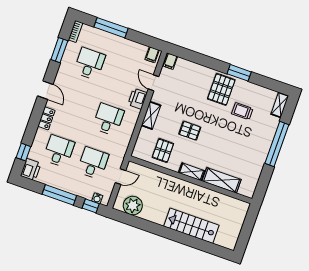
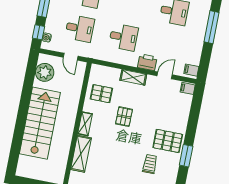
stairs: (191, 226) -> (40, 123), width x1.36, depth x1.51

